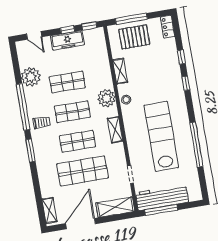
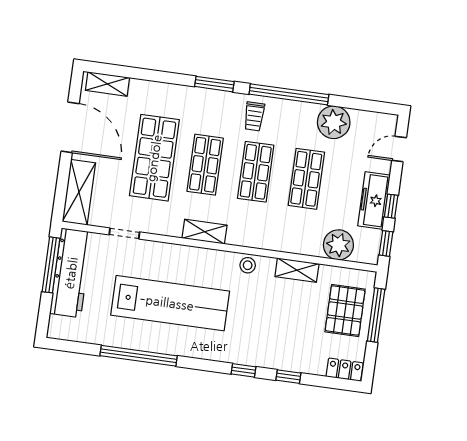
plant: (106, 98) -> (338, 245), moved

